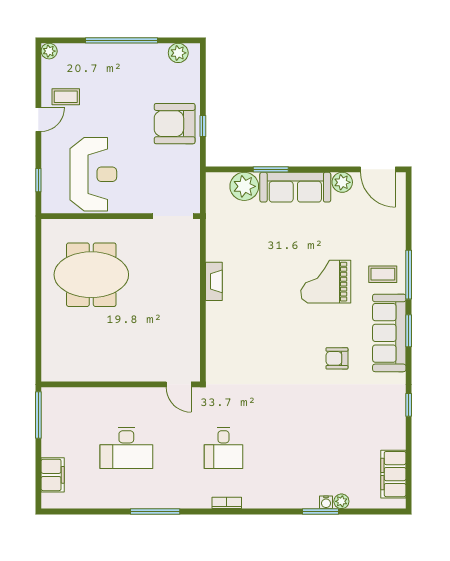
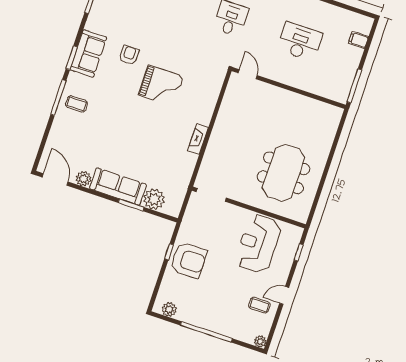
meeting table: (91, 275) -> (284, 173), turned 90
grand piano: (326, 282) -> (161, 86), moved
sofa: (389, 333) -> (88, 53), width x0.73
armchair: (337, 358) -> (129, 55), turned -90
filing cabinet: (53, 475) -> (358, 40), width x0.50

